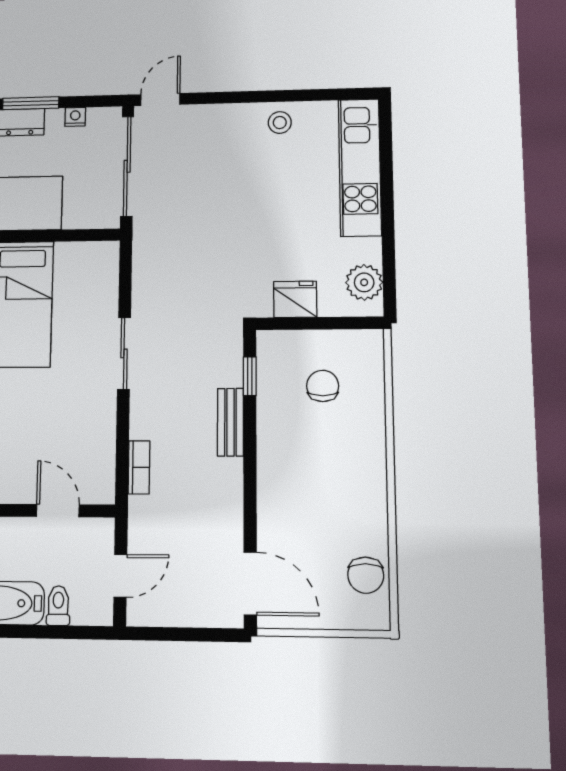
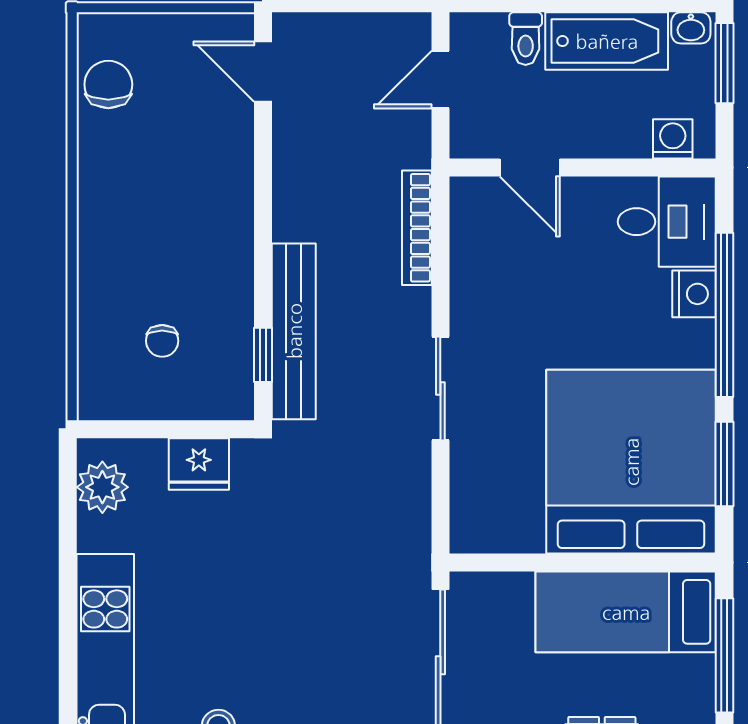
chair: (323, 386) -> (162, 341), width x0.73, depth x0.73
bench: (230, 422) -> (294, 331), width x1.86, depth x1.21
bookcase: (139, 467) -> (417, 228), width x1.56
door: (250, 584) -> (263, 72), width x0.73

